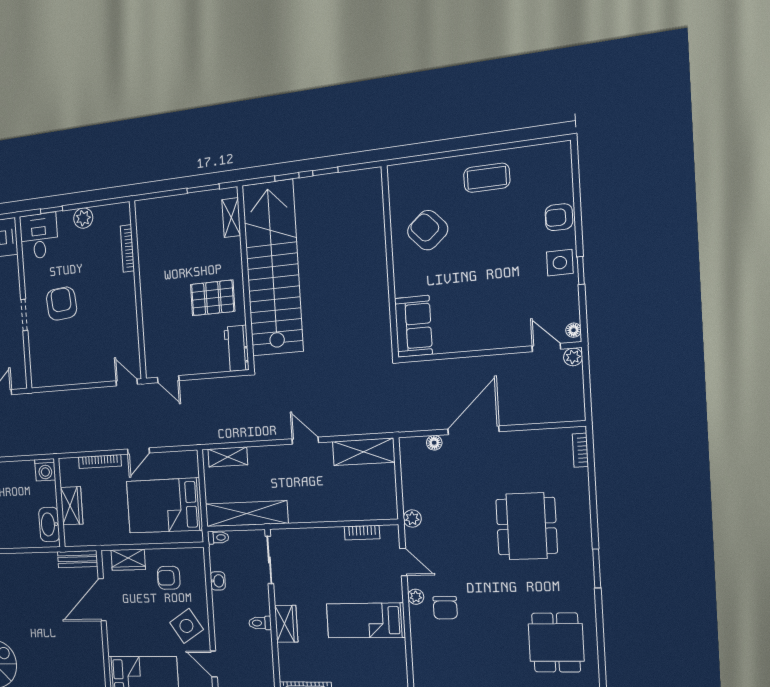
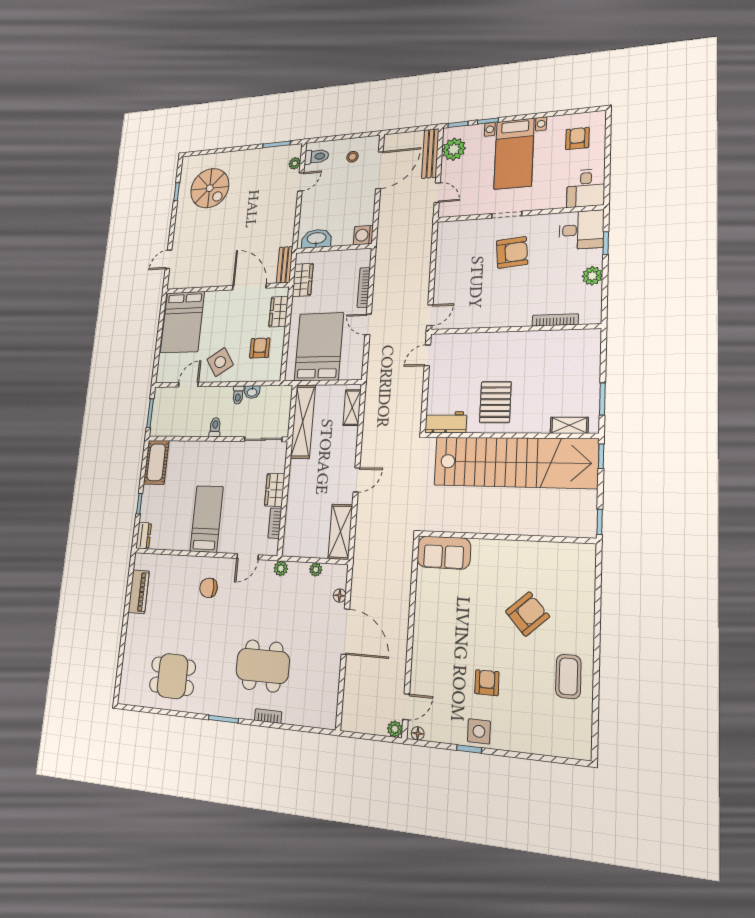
window: (287, 177) -> (601, 456), moved
armchair: (559, 217) -> (487, 683), moved
wall: (390, 262) -> (505, 537), moved
sofa: (413, 326) -> (444, 553), moved
bookcase: (580, 450) -> (268, 716), moved
wardrobe: (72, 506) -> (303, 280), moved, turned -90
toilet: (218, 538) -> (238, 395), moved
plant: (416, 597) -> (316, 570), moved
wardrobe: (286, 624) -> (275, 490), moved, turned 90

